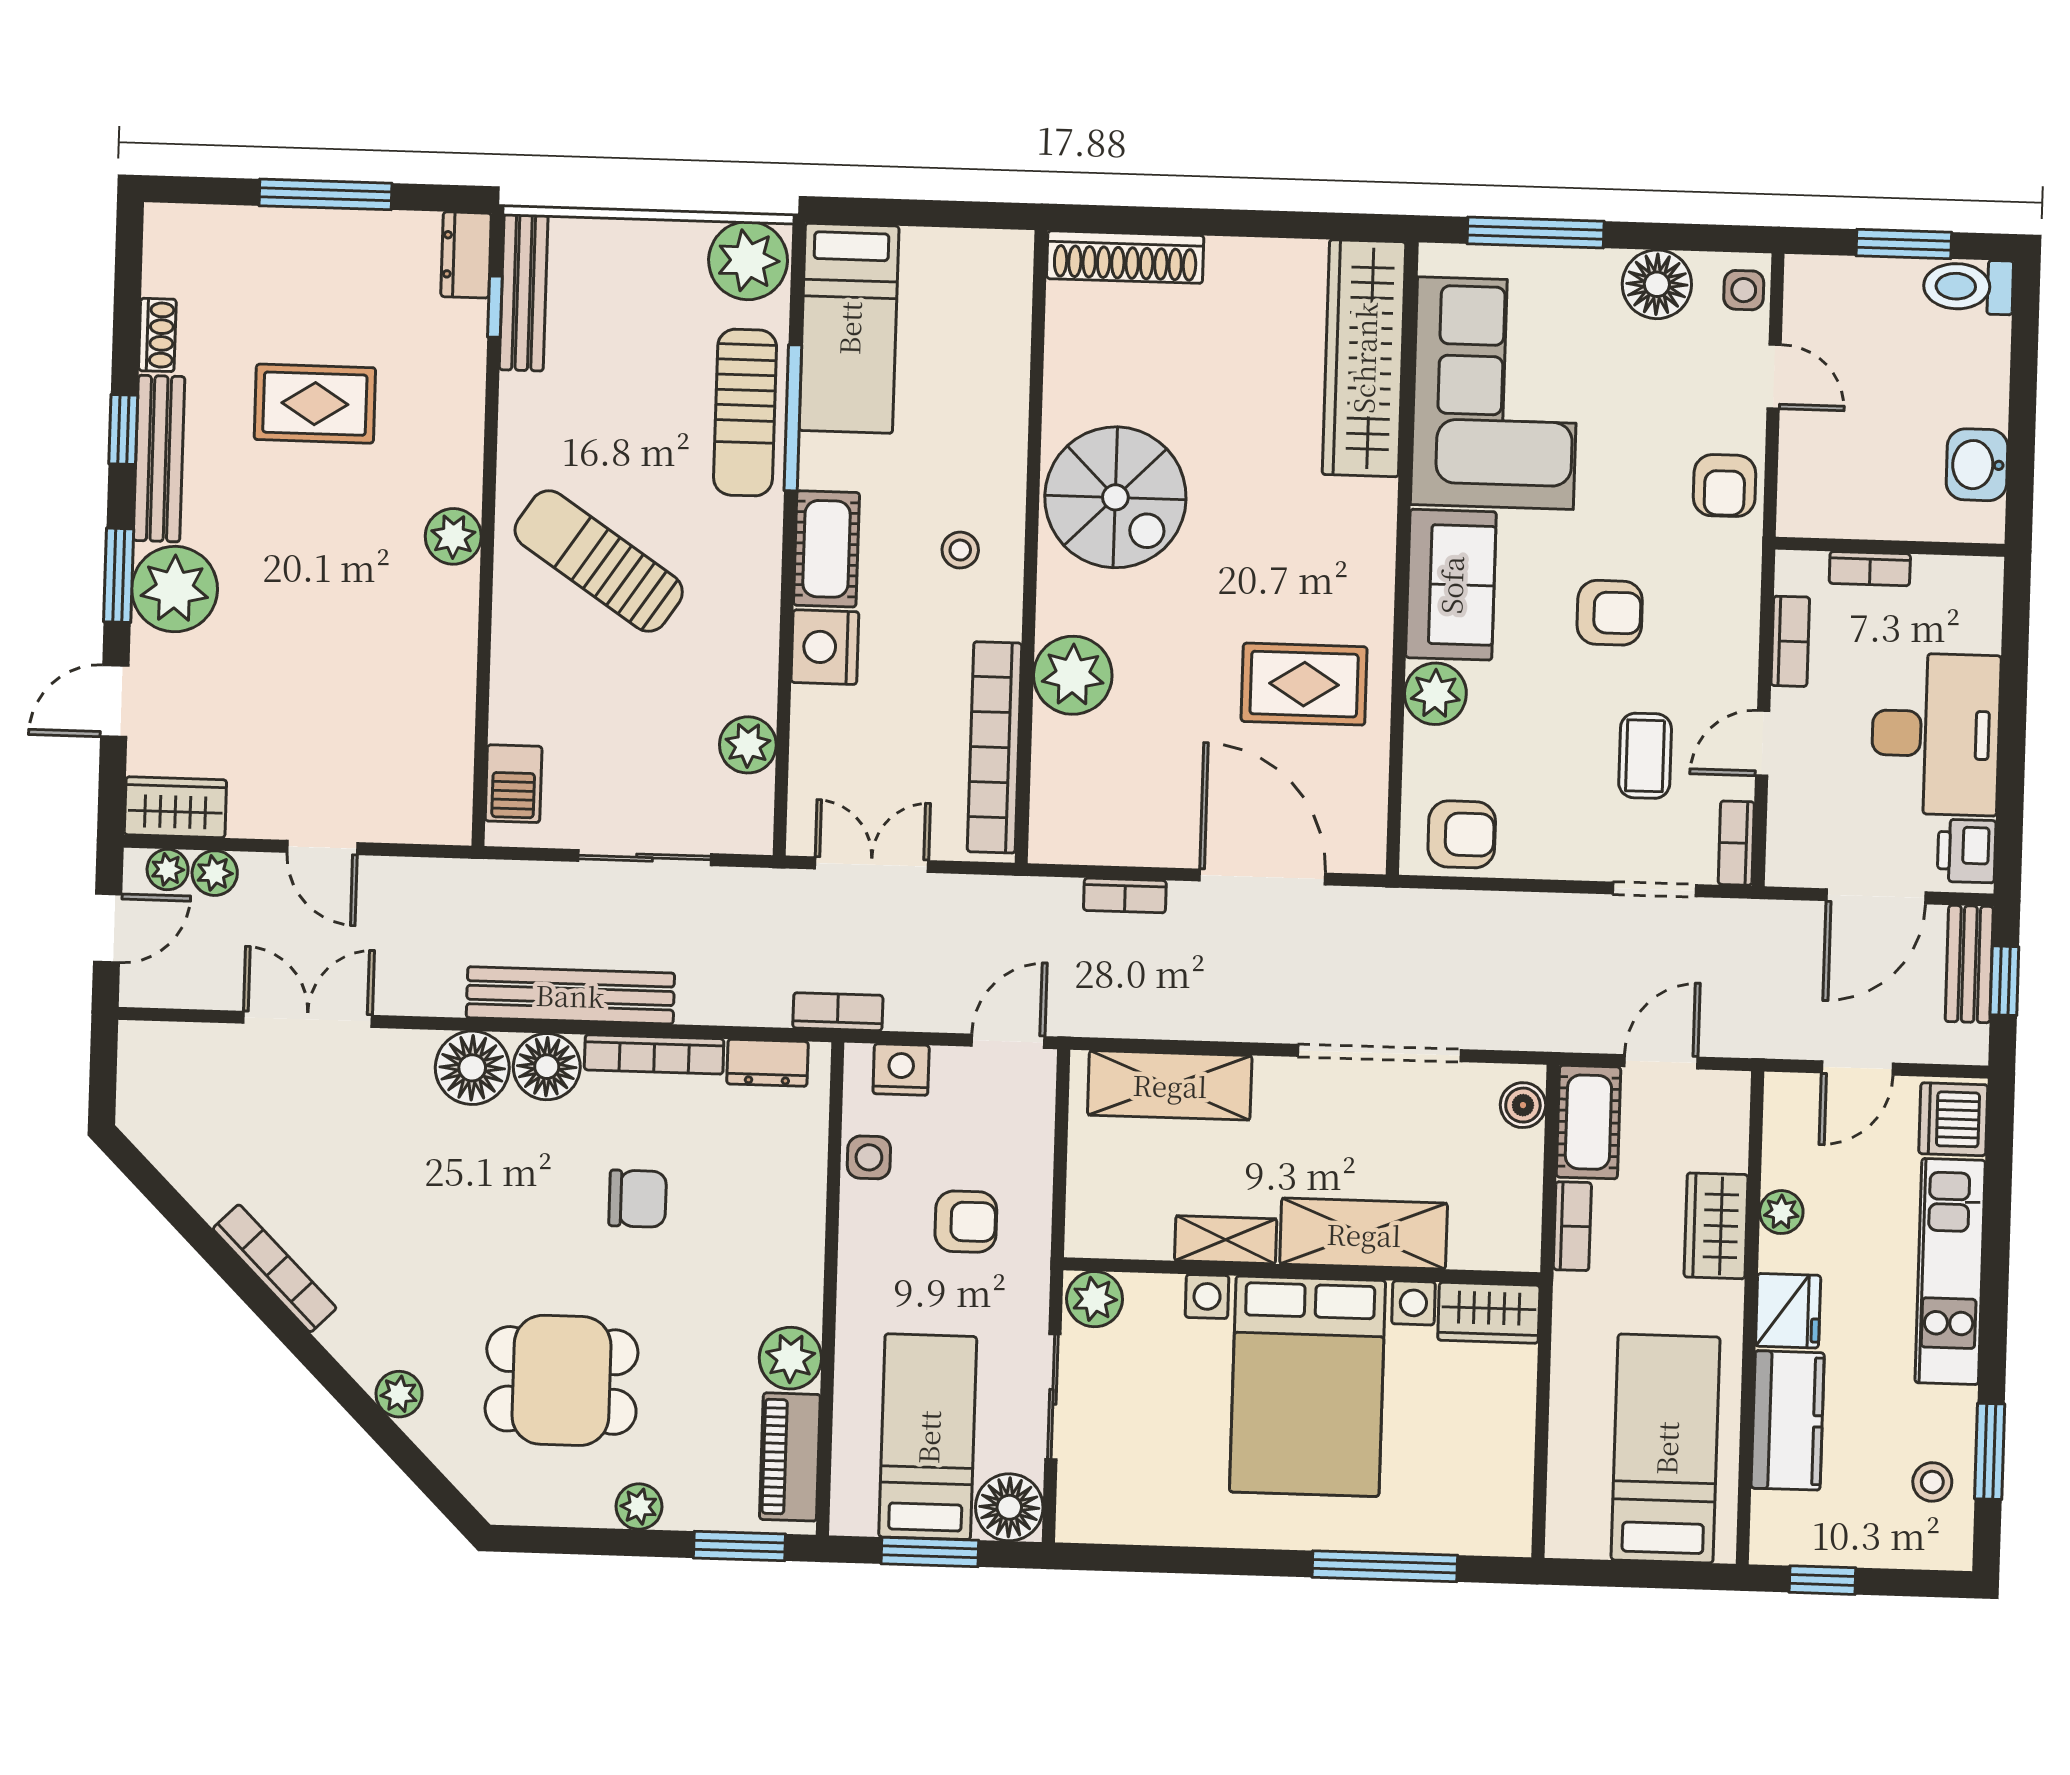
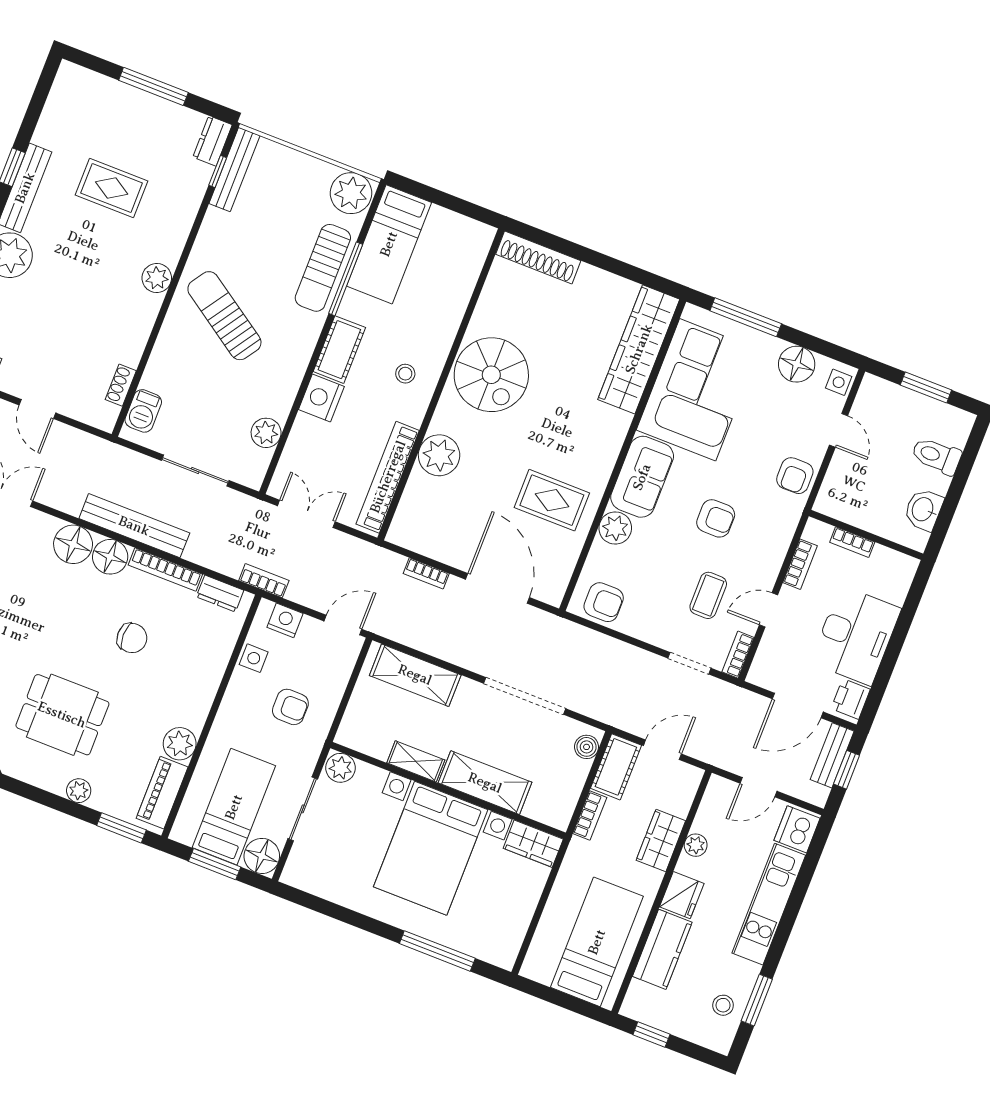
toilet: (1968, 287) -> (936, 456), moved
shoe rack: (157, 335) -> (121, 385), moved, turned 180

